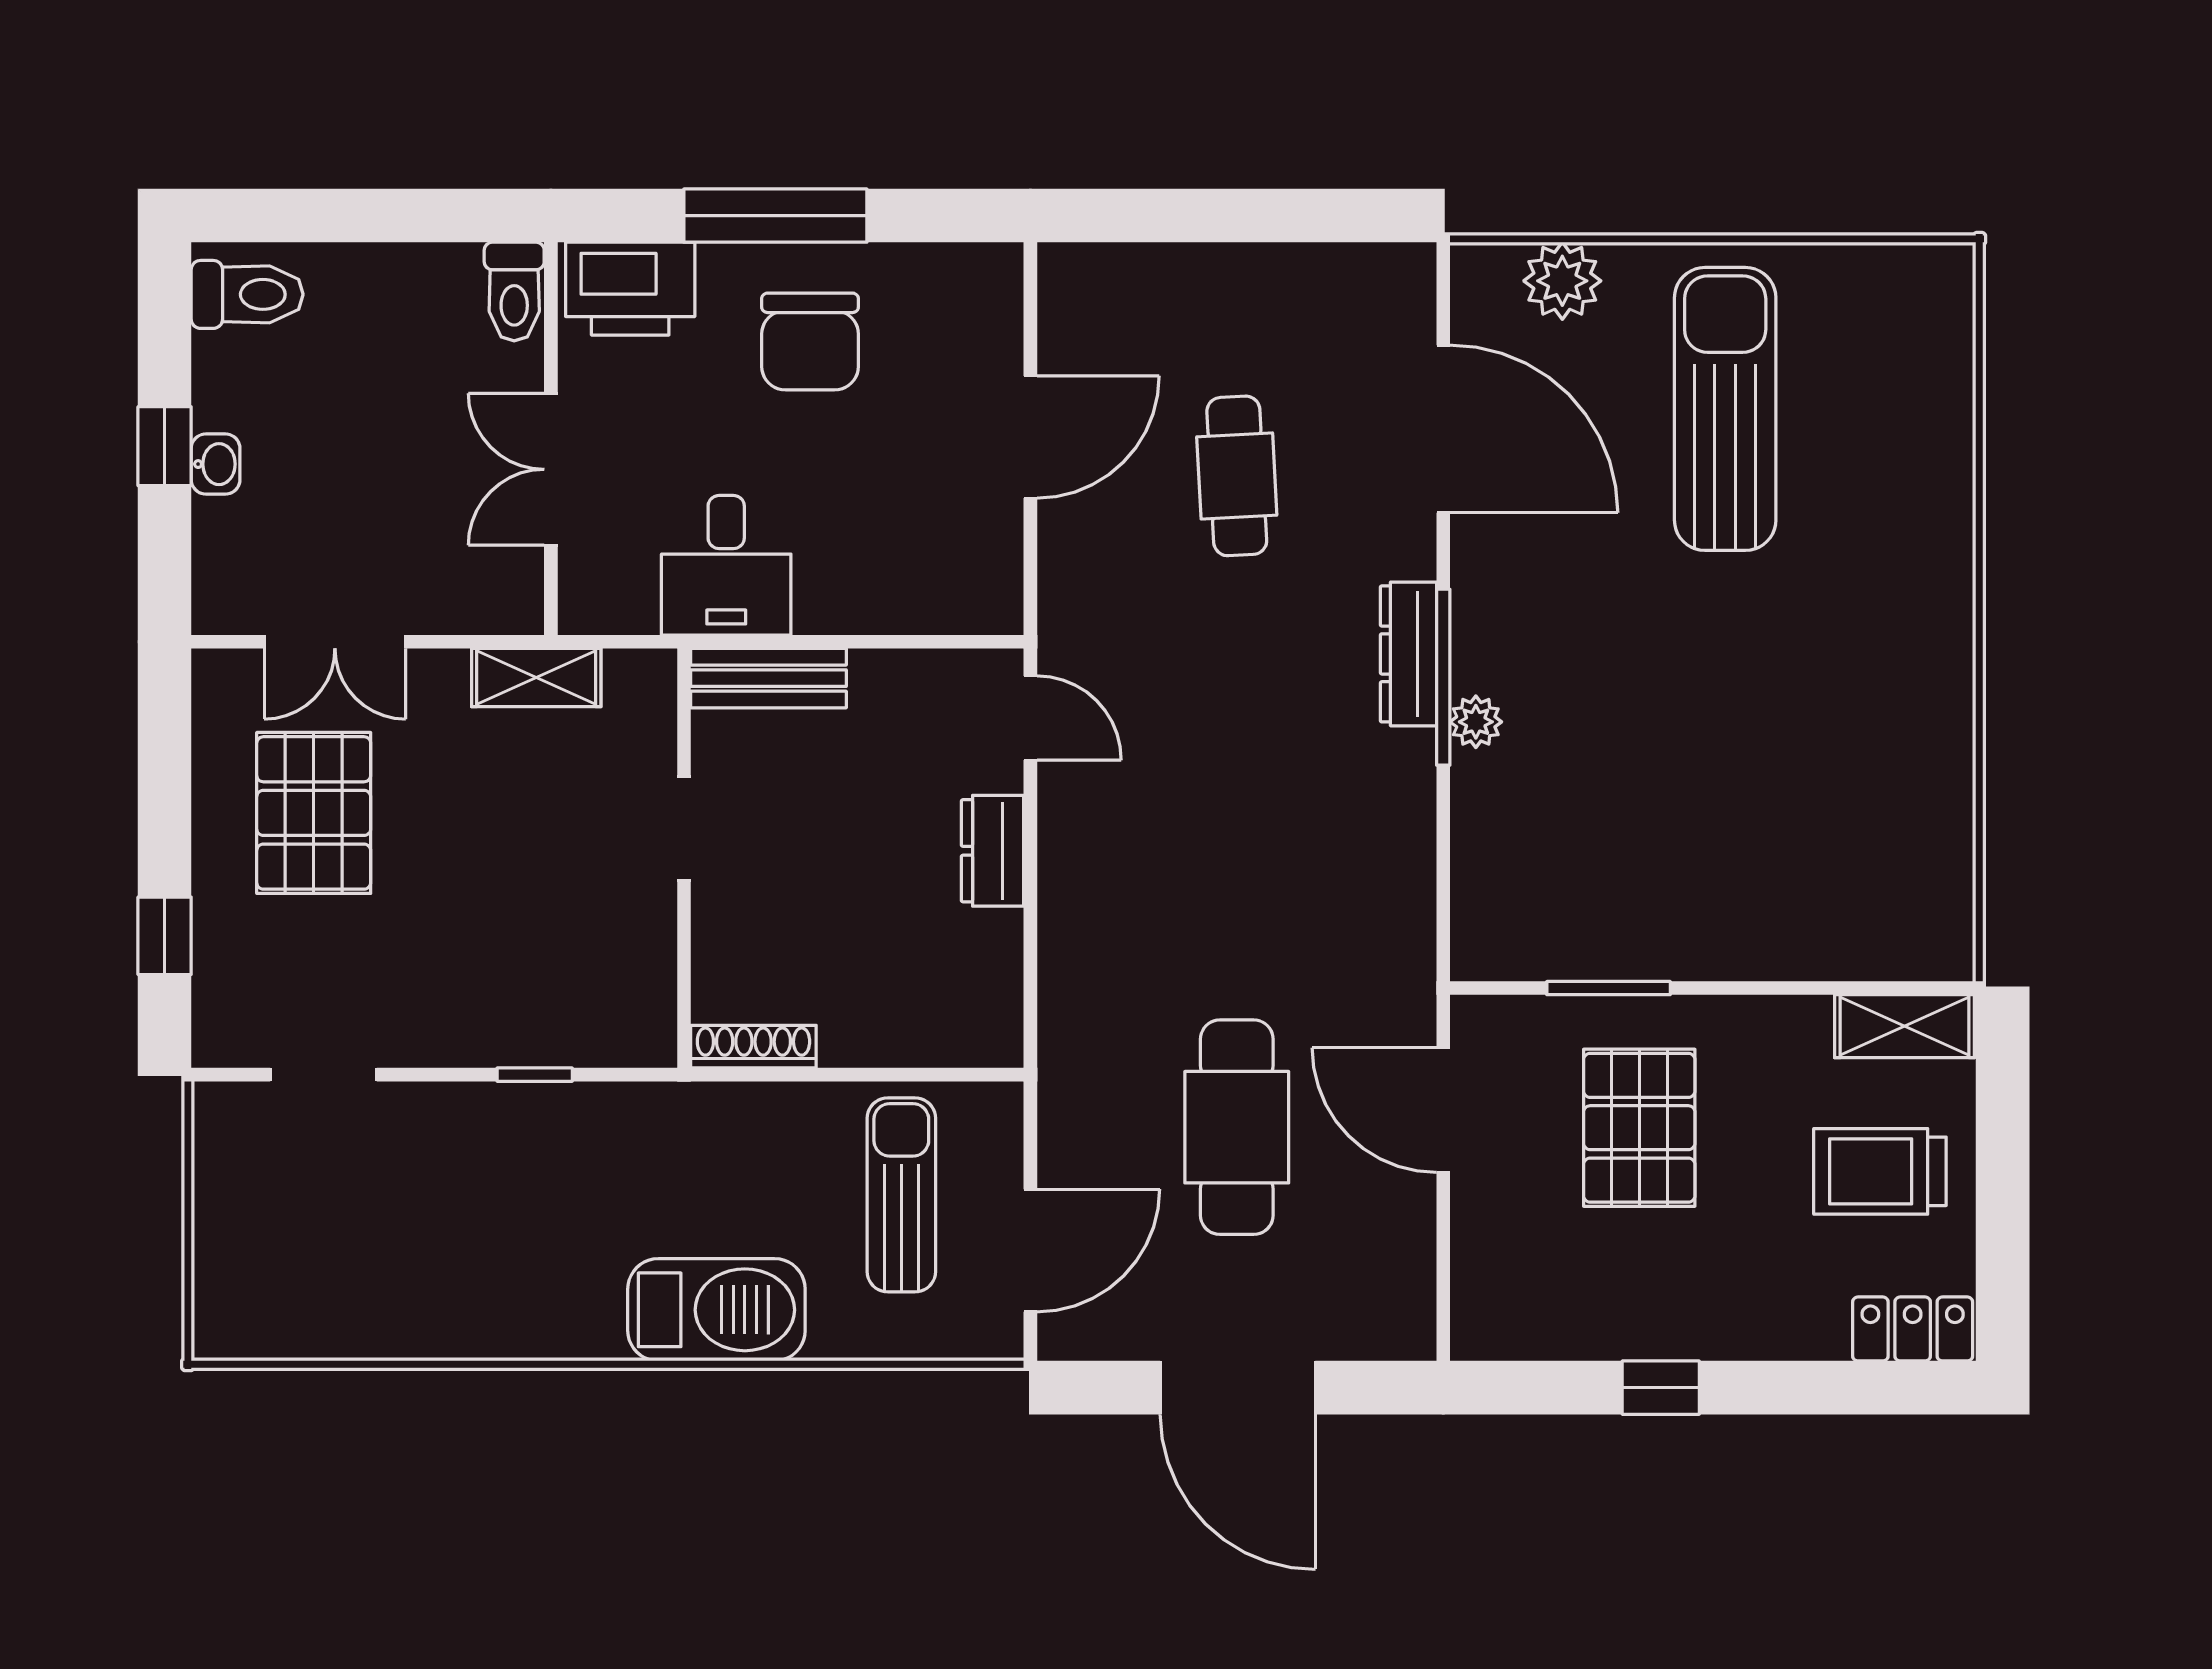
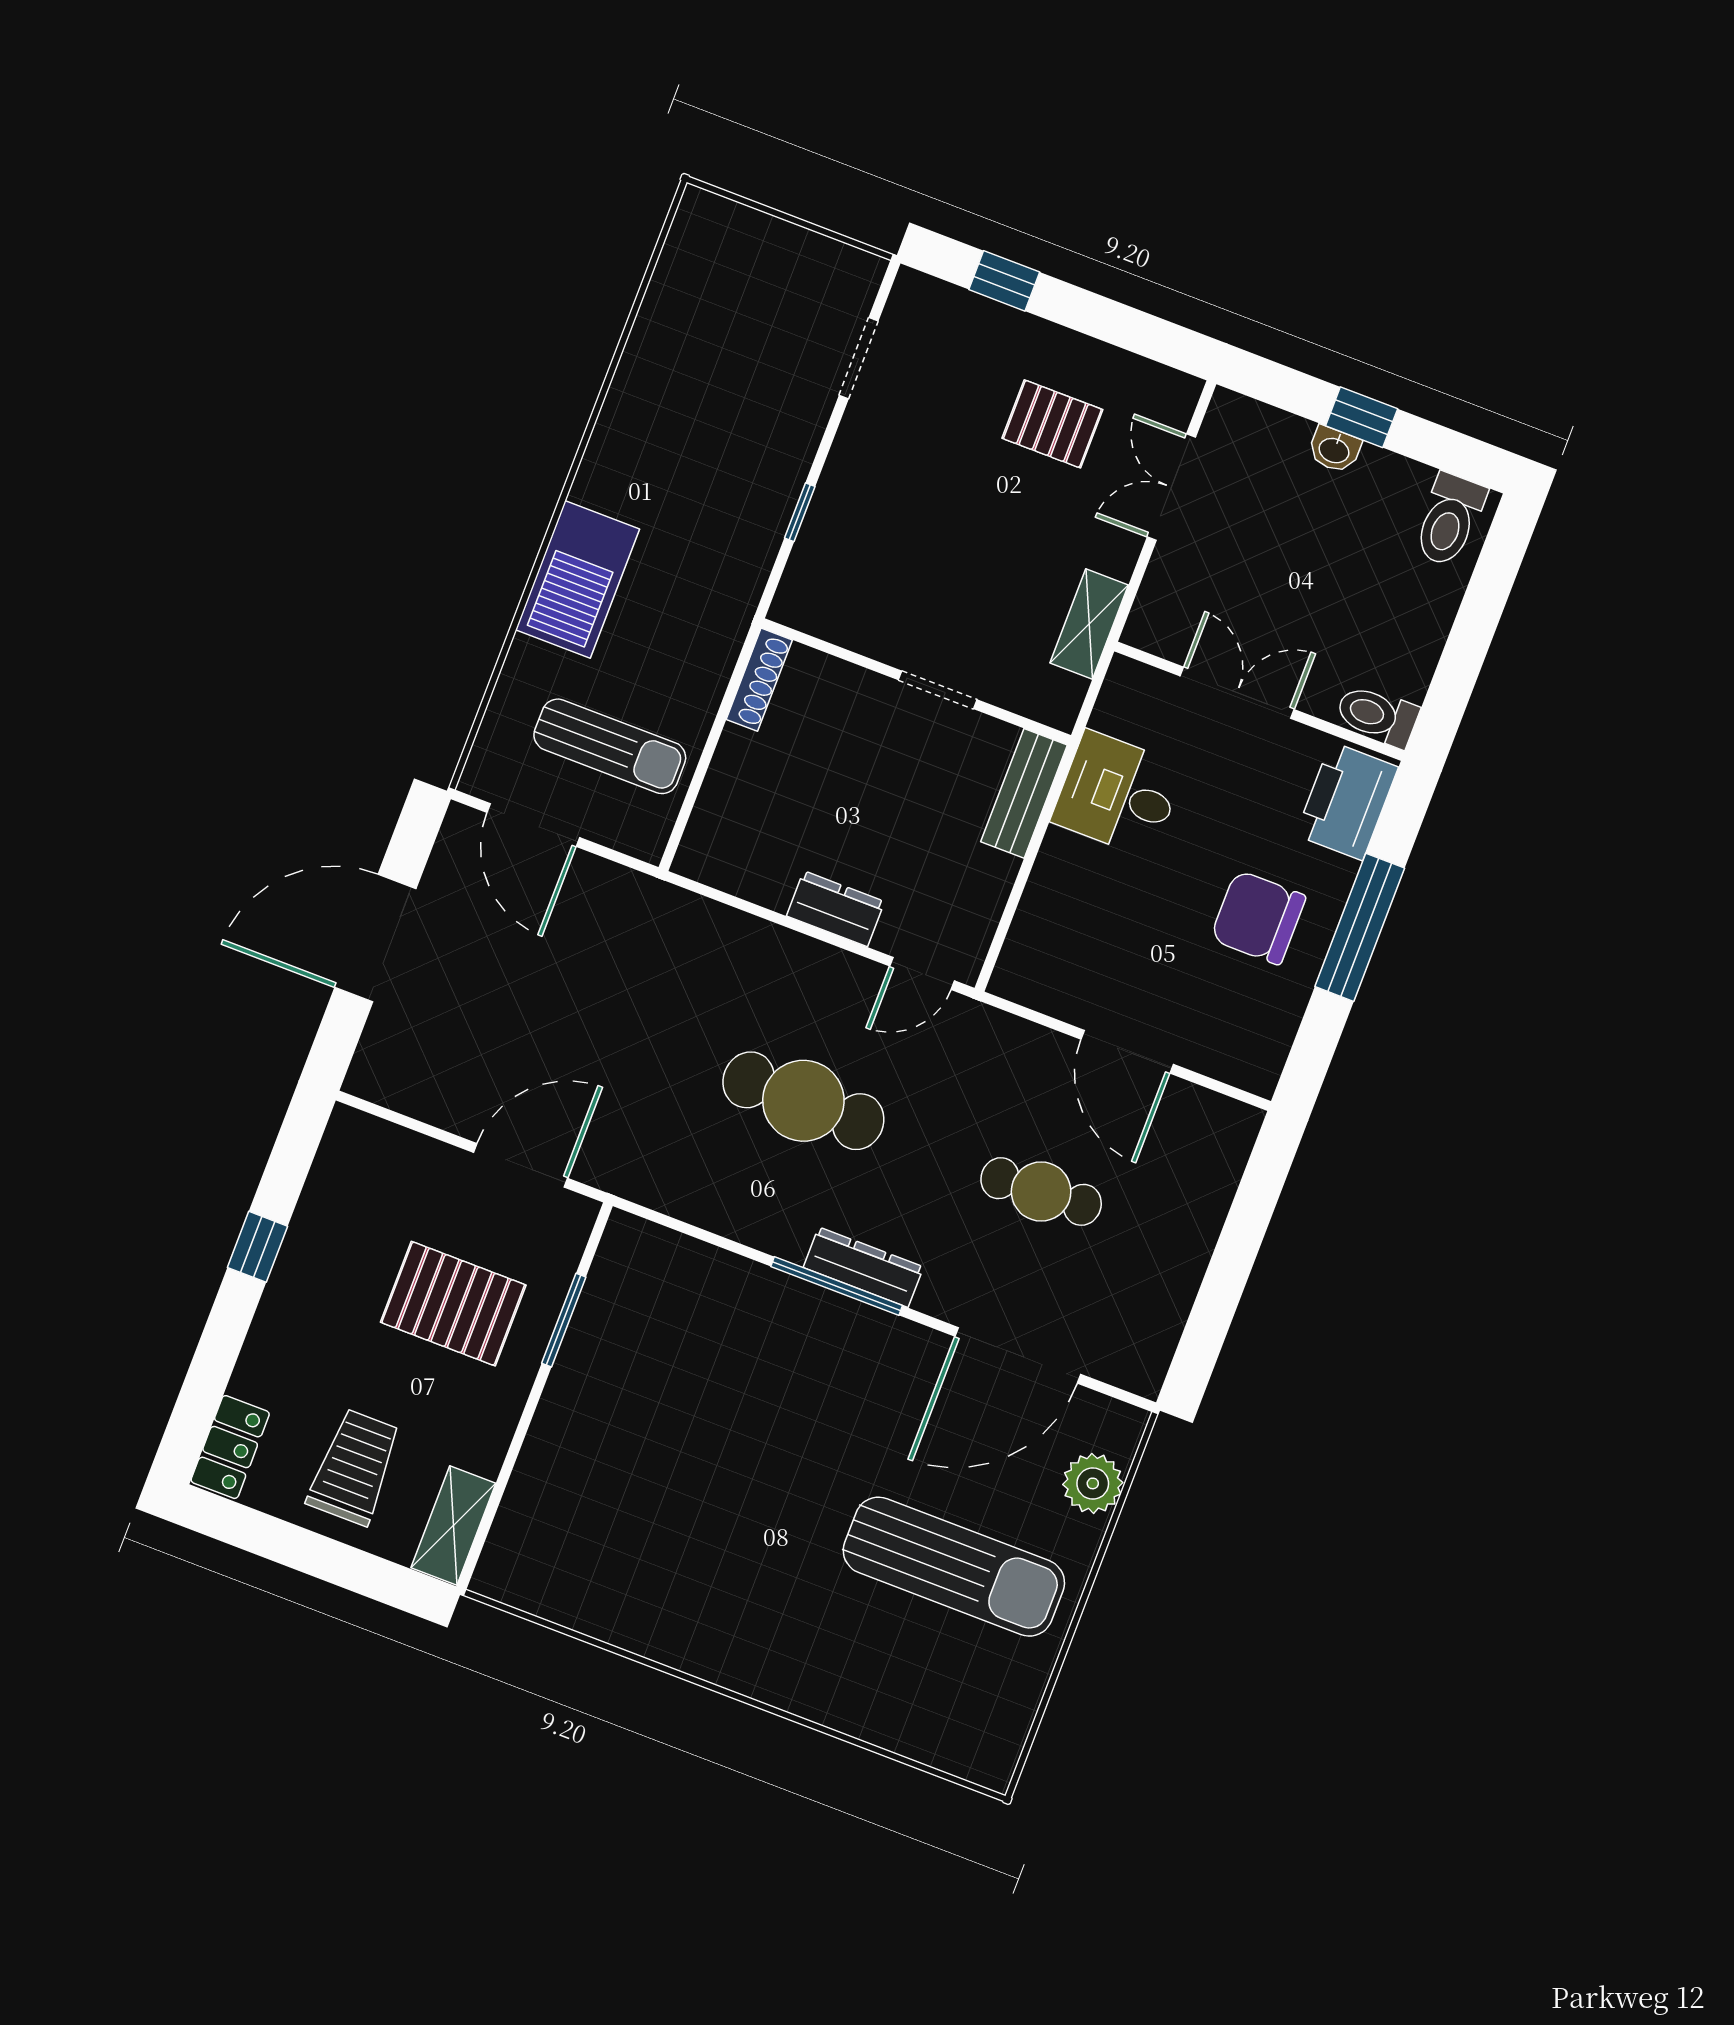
plant: (1476, 722) -> (795, 1297), removed
pallet: (314, 813) -> (1052, 424), width x0.67, depth x0.71
cafe table: (1237, 1127) -> (803, 1101), moved

